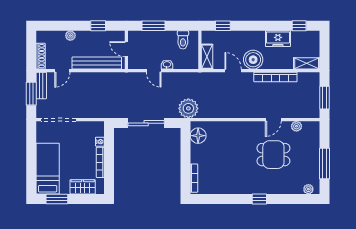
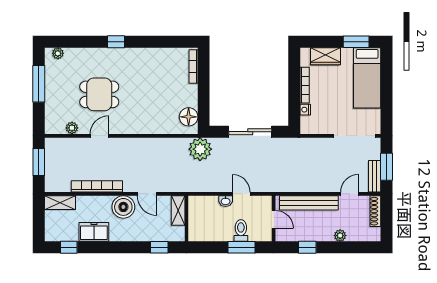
toilet: (183, 40) -> (241, 231), moved

